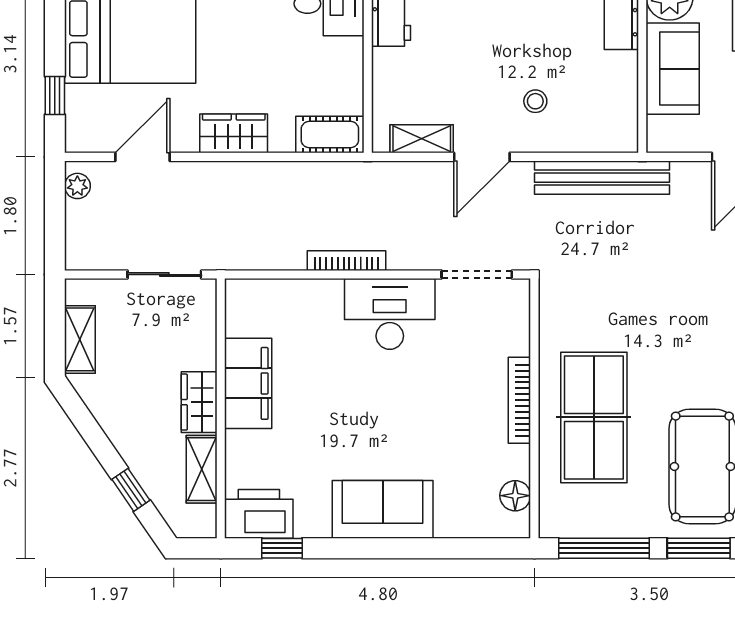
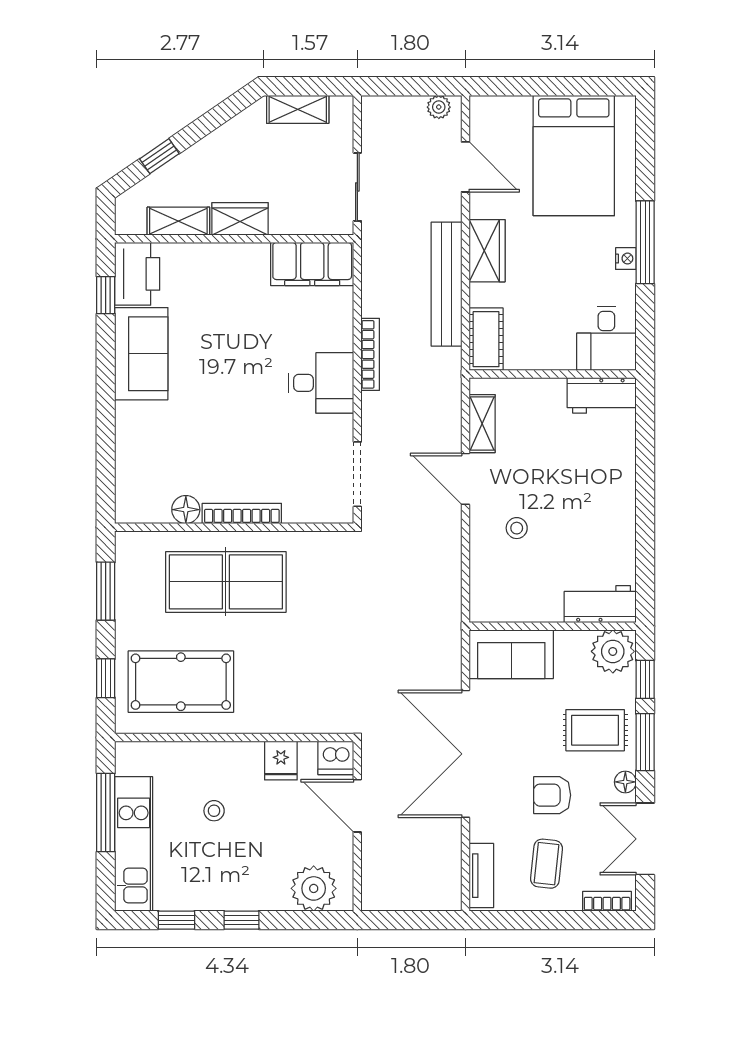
sofa: (673, 69) -> (511, 654), moved
window: (55, 96) -> (522, 86), removed
bench: (602, 178) -> (446, 284), moved
desk: (390, 314) -> (321, 383), width x0.73
filing cabinet: (248, 383) -> (312, 264), moved
floor lamp: (515, 496) -> (186, 510), moved
sofa: (383, 509) -> (141, 354), moved
window: (604, 548) -> (106, 591), width x0.69
window: (699, 548) -> (106, 678), width x0.67

